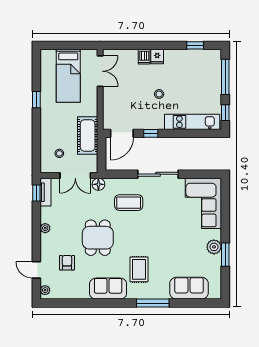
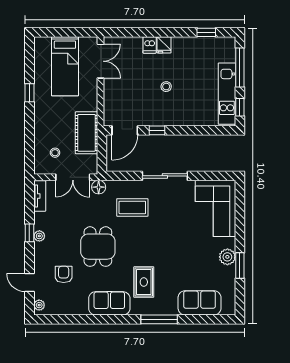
kitchen unit: (192, 122) -> (227, 94), moved, turned -90
window: (36, 193) -> (29, 233), moved

